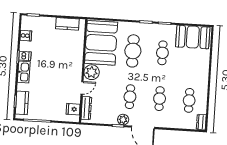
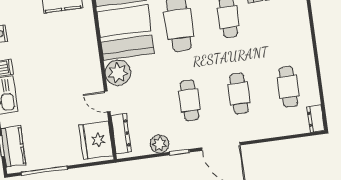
door: (82, 88) -> (107, 102), swing flipped
fridge: (73, 109) -> (96, 140), width x1.88, depth x1.34
plant: (123, 120) -> (159, 144), moved

